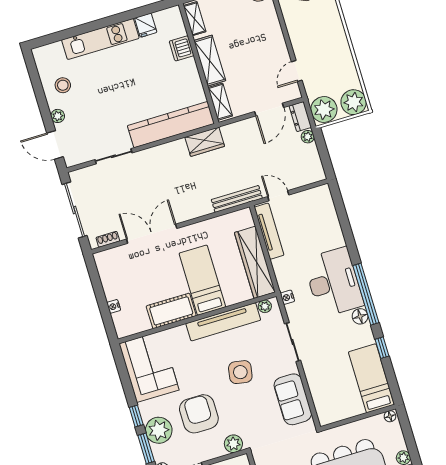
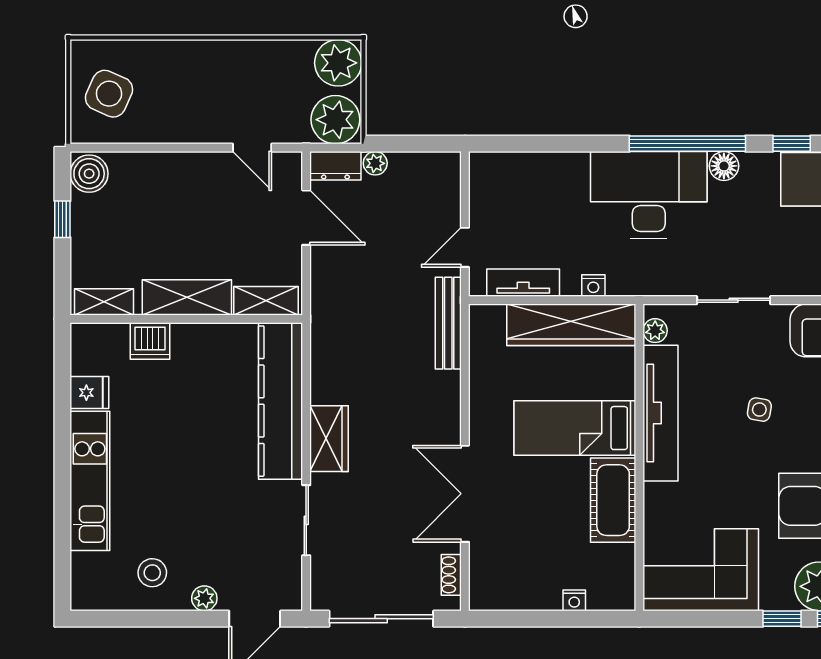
wardrobe: (205, 142) -> (329, 439), moved
tv unit: (269, 231) -> (523, 283), width x0.71
nightstand: (287, 297) -> (593, 286), moved
side table: (240, 372) -> (759, 410), width x0.54, depth x0.54

